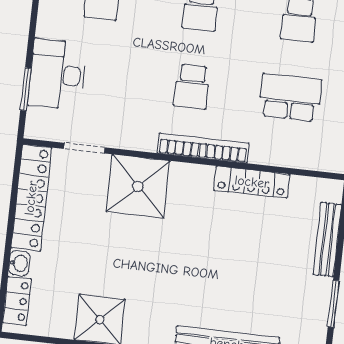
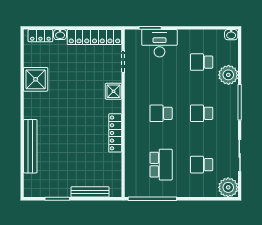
bookcase: (203, 148) -> (130, 123), removed
locker: (252, 182) -> (115, 133), moved
shower: (138, 186) -> (113, 91), width x0.54, depth x0.54

